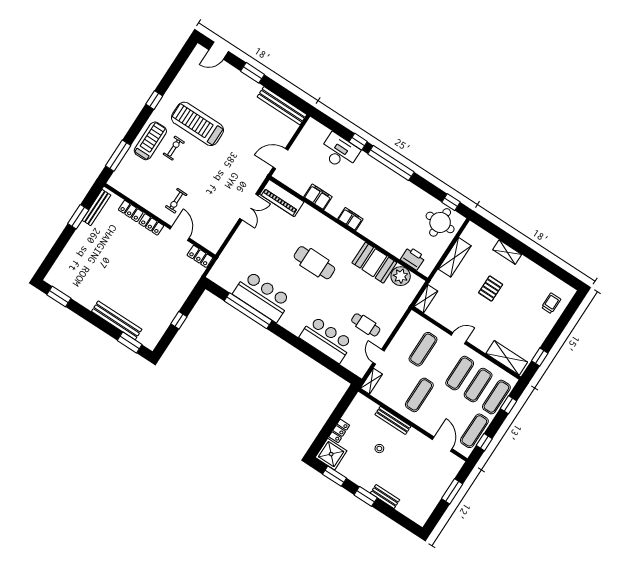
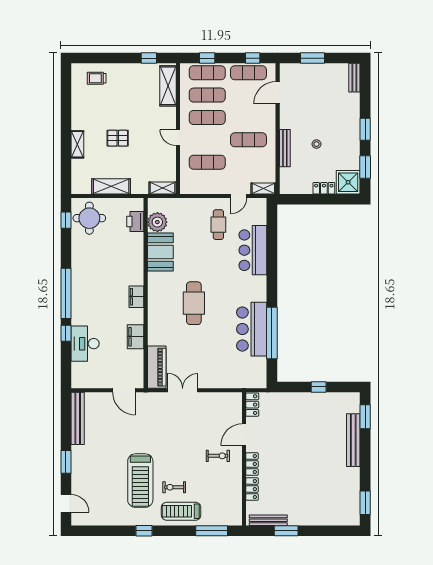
bench: (385, 497) -> (354, 78), moved

